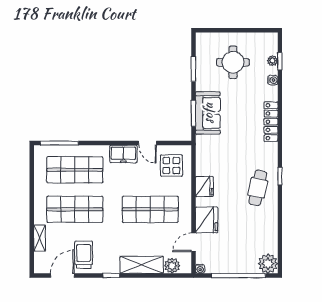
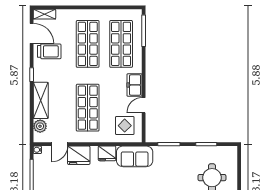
sofa: (208, 113) -> (135, 156), moved
shelving: (40, 238) -> (44, 14), moved
door: (193, 242) -> (60, 144), swing flipped

